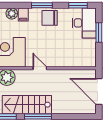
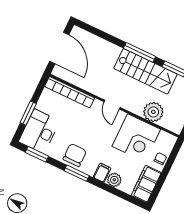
chair: (50, 18) -> (75, 155), turned -90
bookcase: (76, 63) -> (70, 92), added

